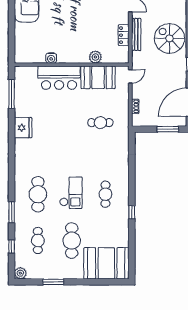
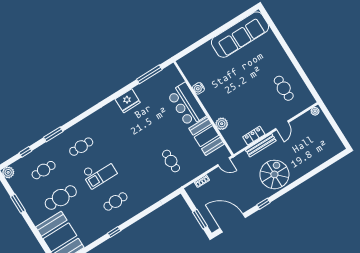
cafe table: (38, 194) -> (81, 147), width x0.73, depth x0.74

